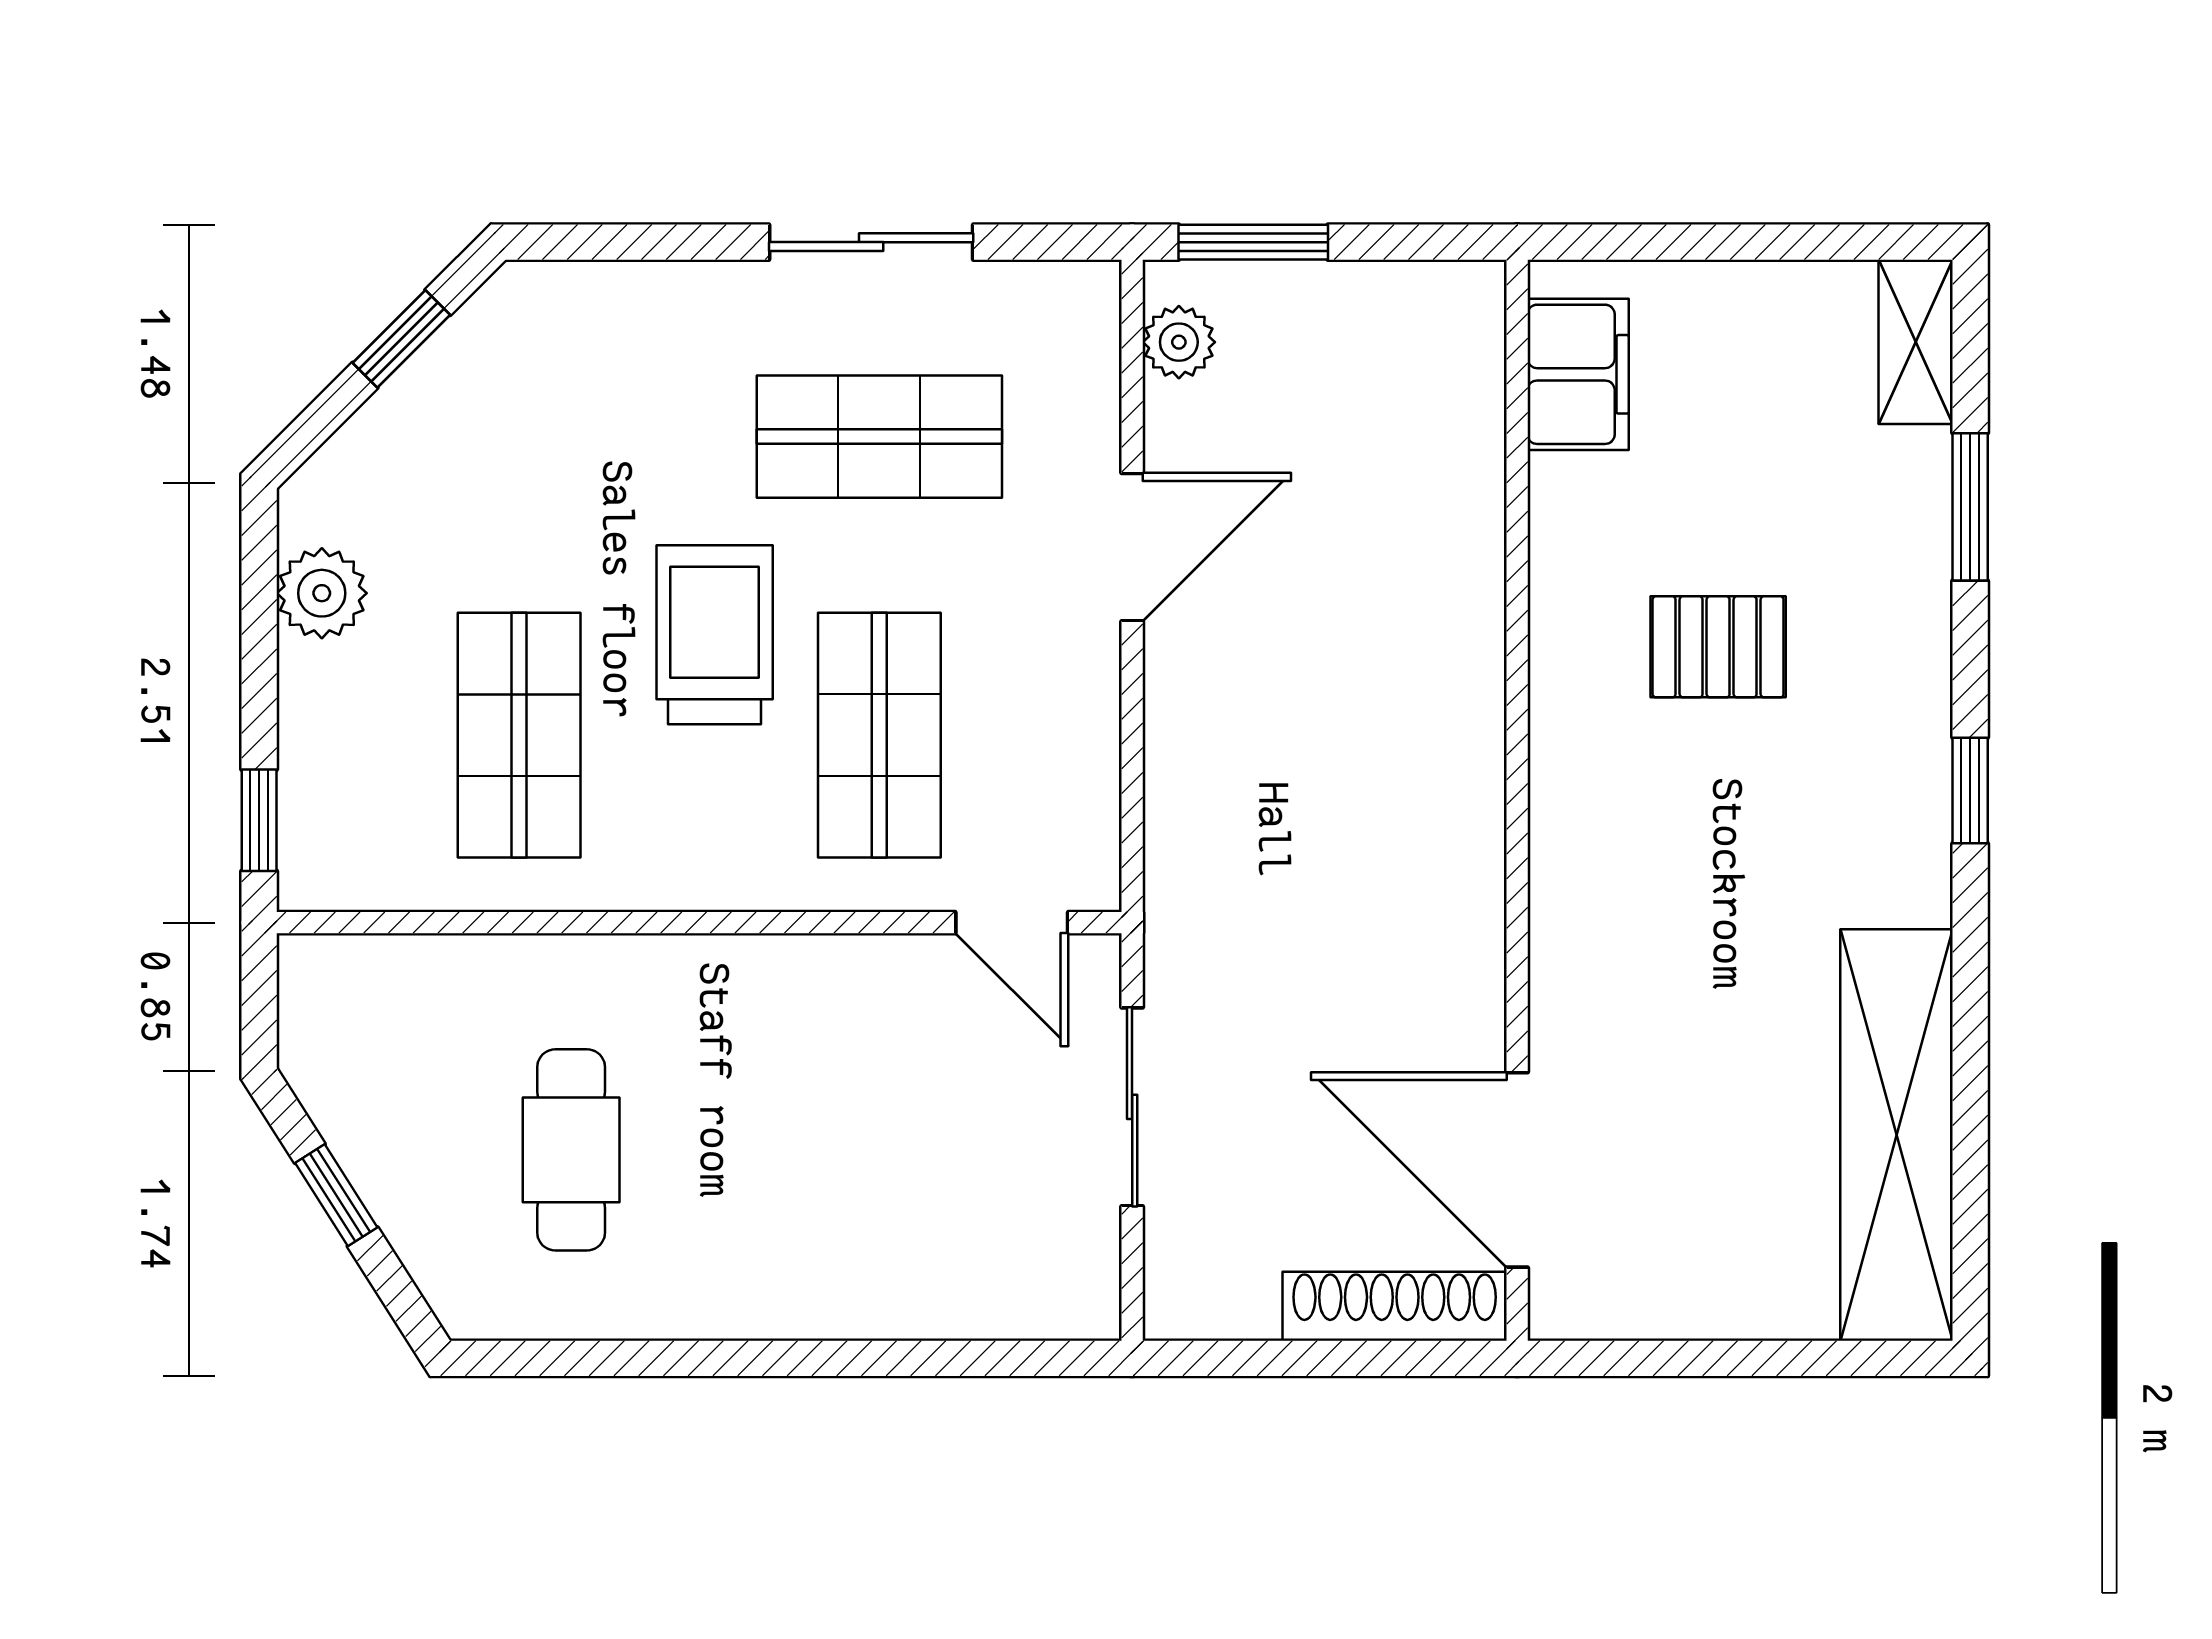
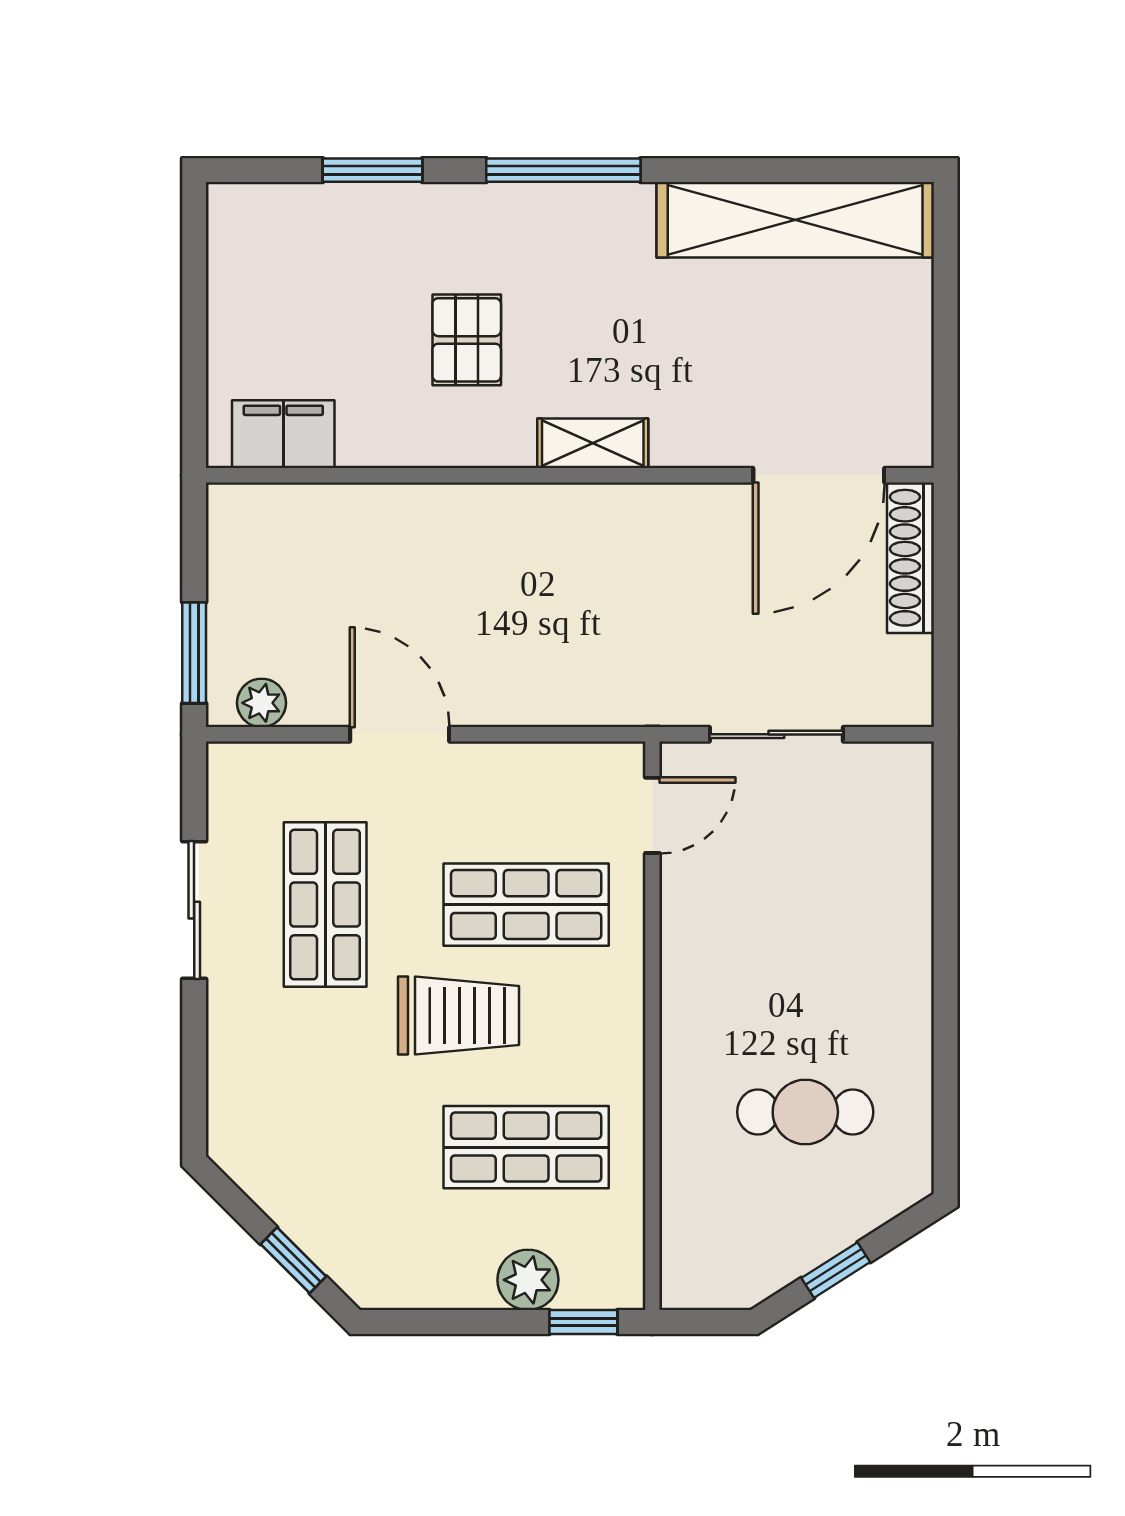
window: (401, 339) -> (293, 1260), moved
shelving: (1916, 342) -> (593, 443), moved
plant: (322, 593) -> (528, 1280), moved
trolley: (715, 635) -> (459, 1015), turned 180
window: (1970, 791) -> (563, 170), width x2.17

